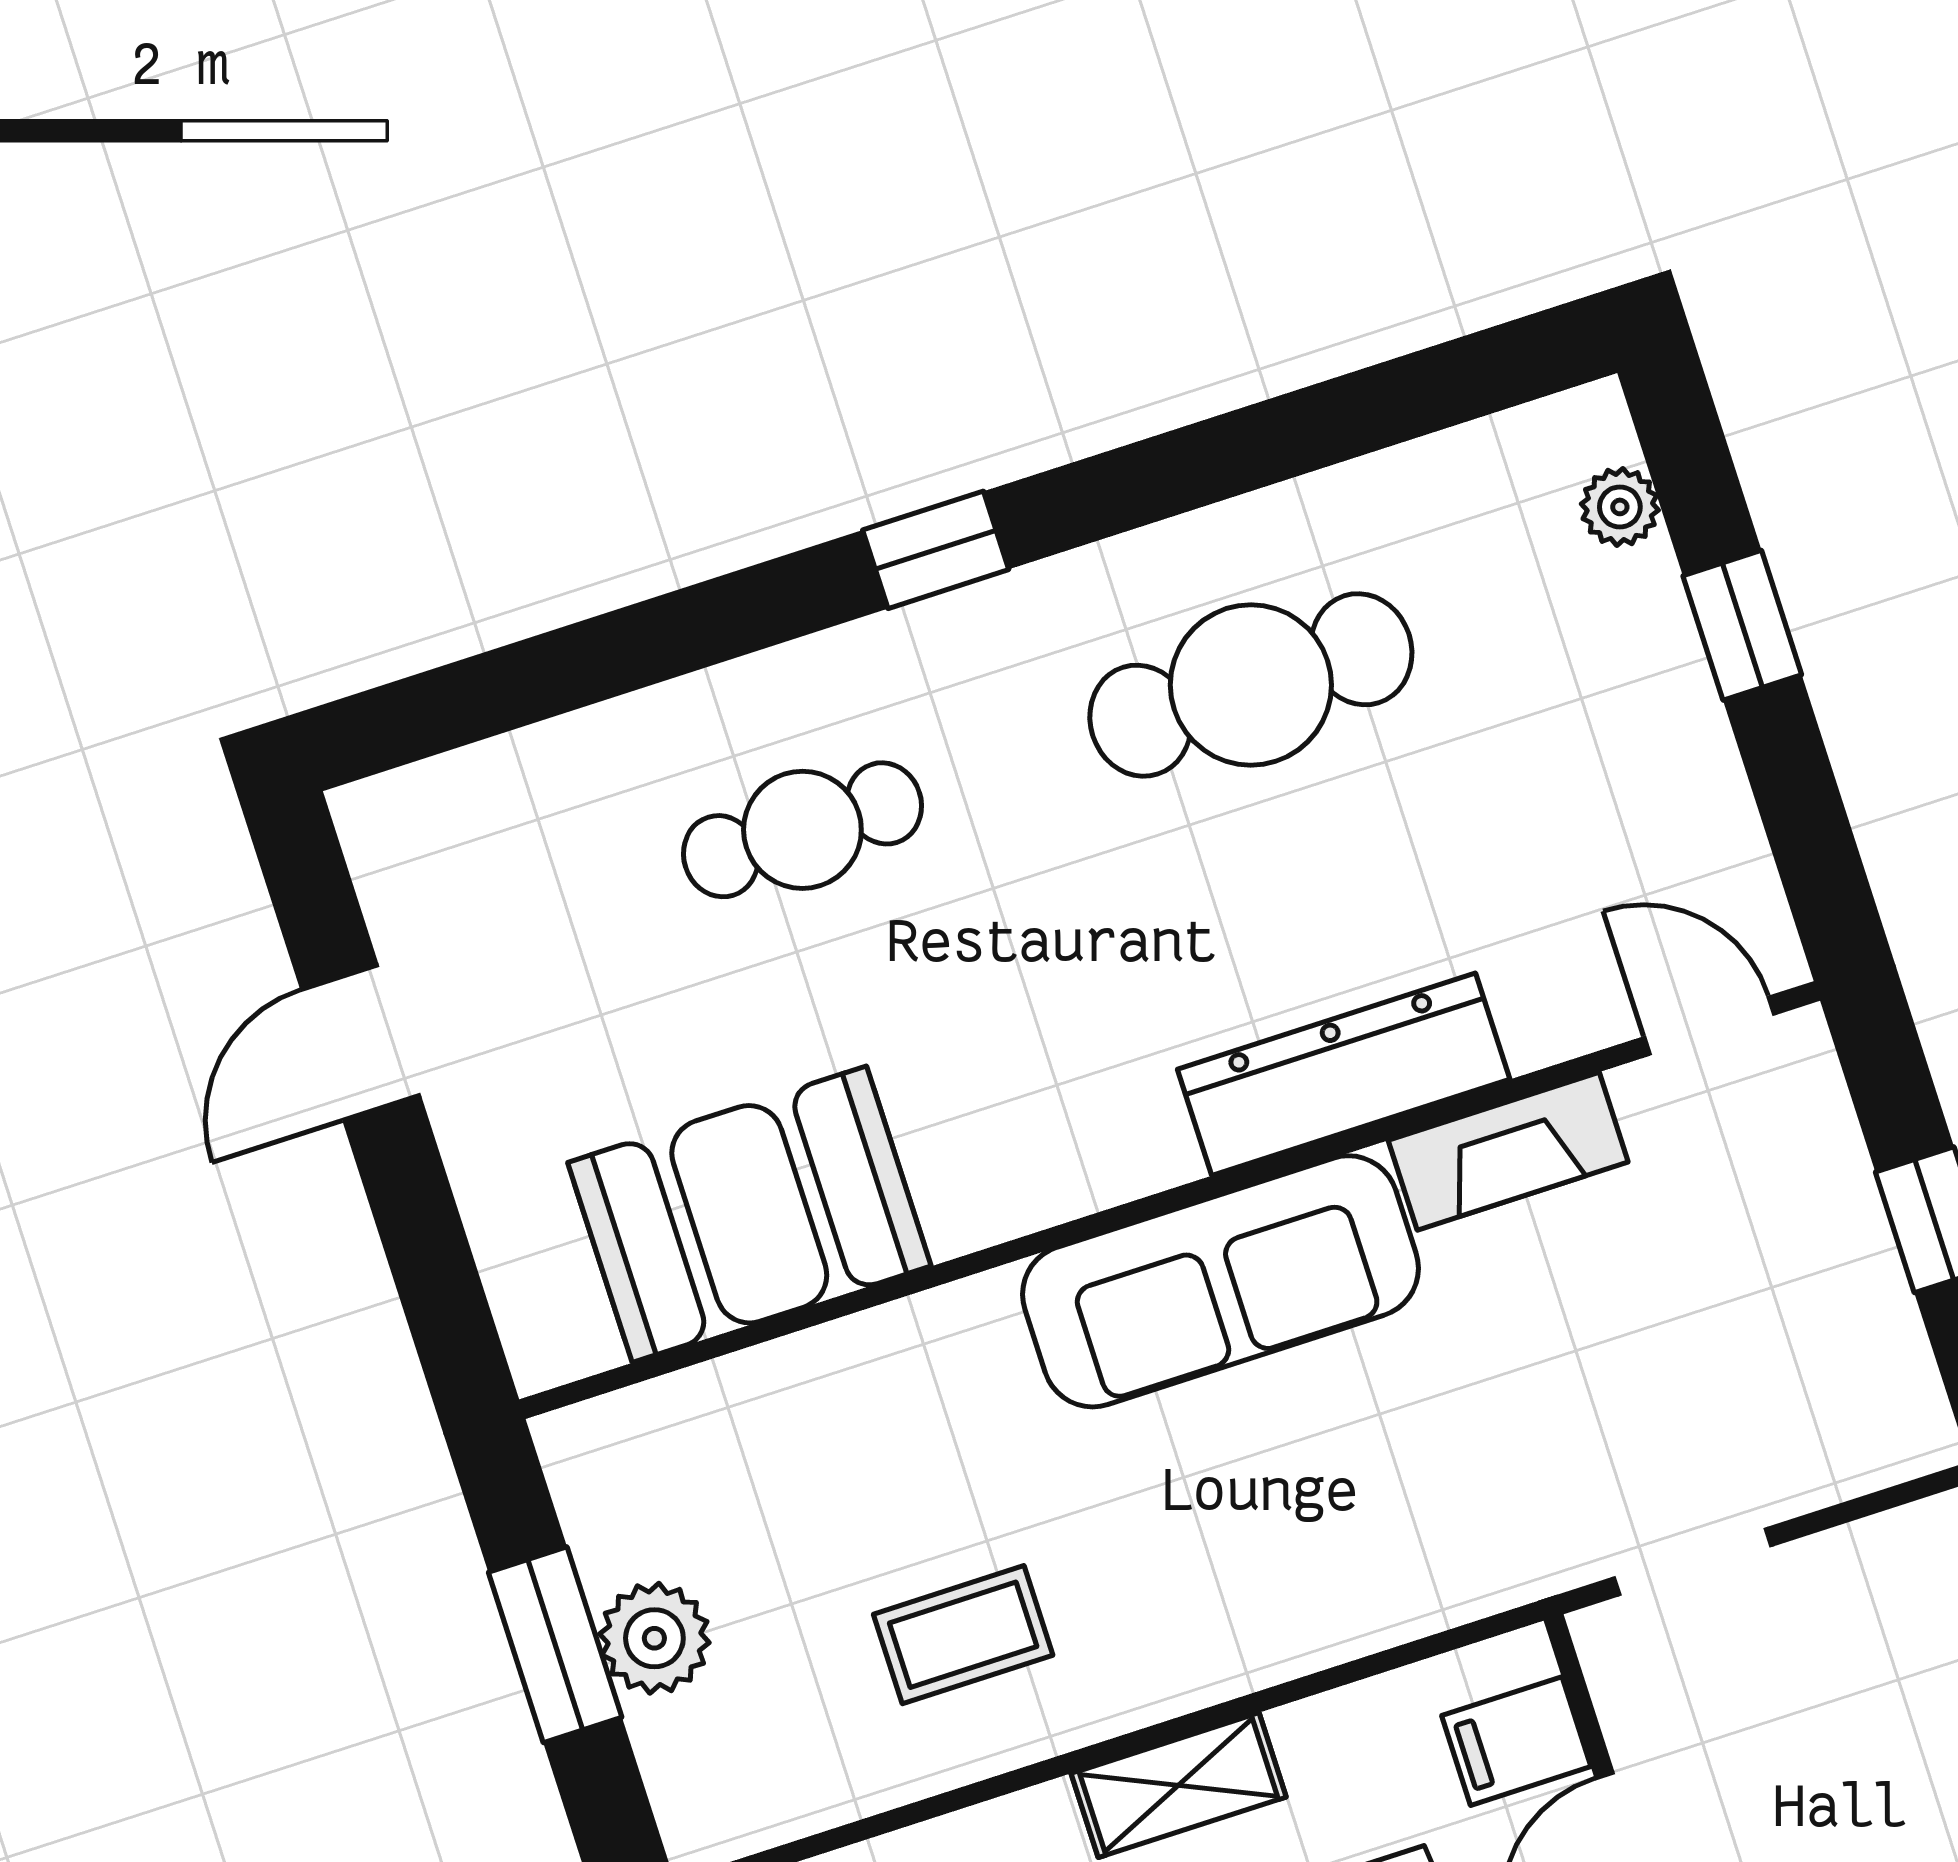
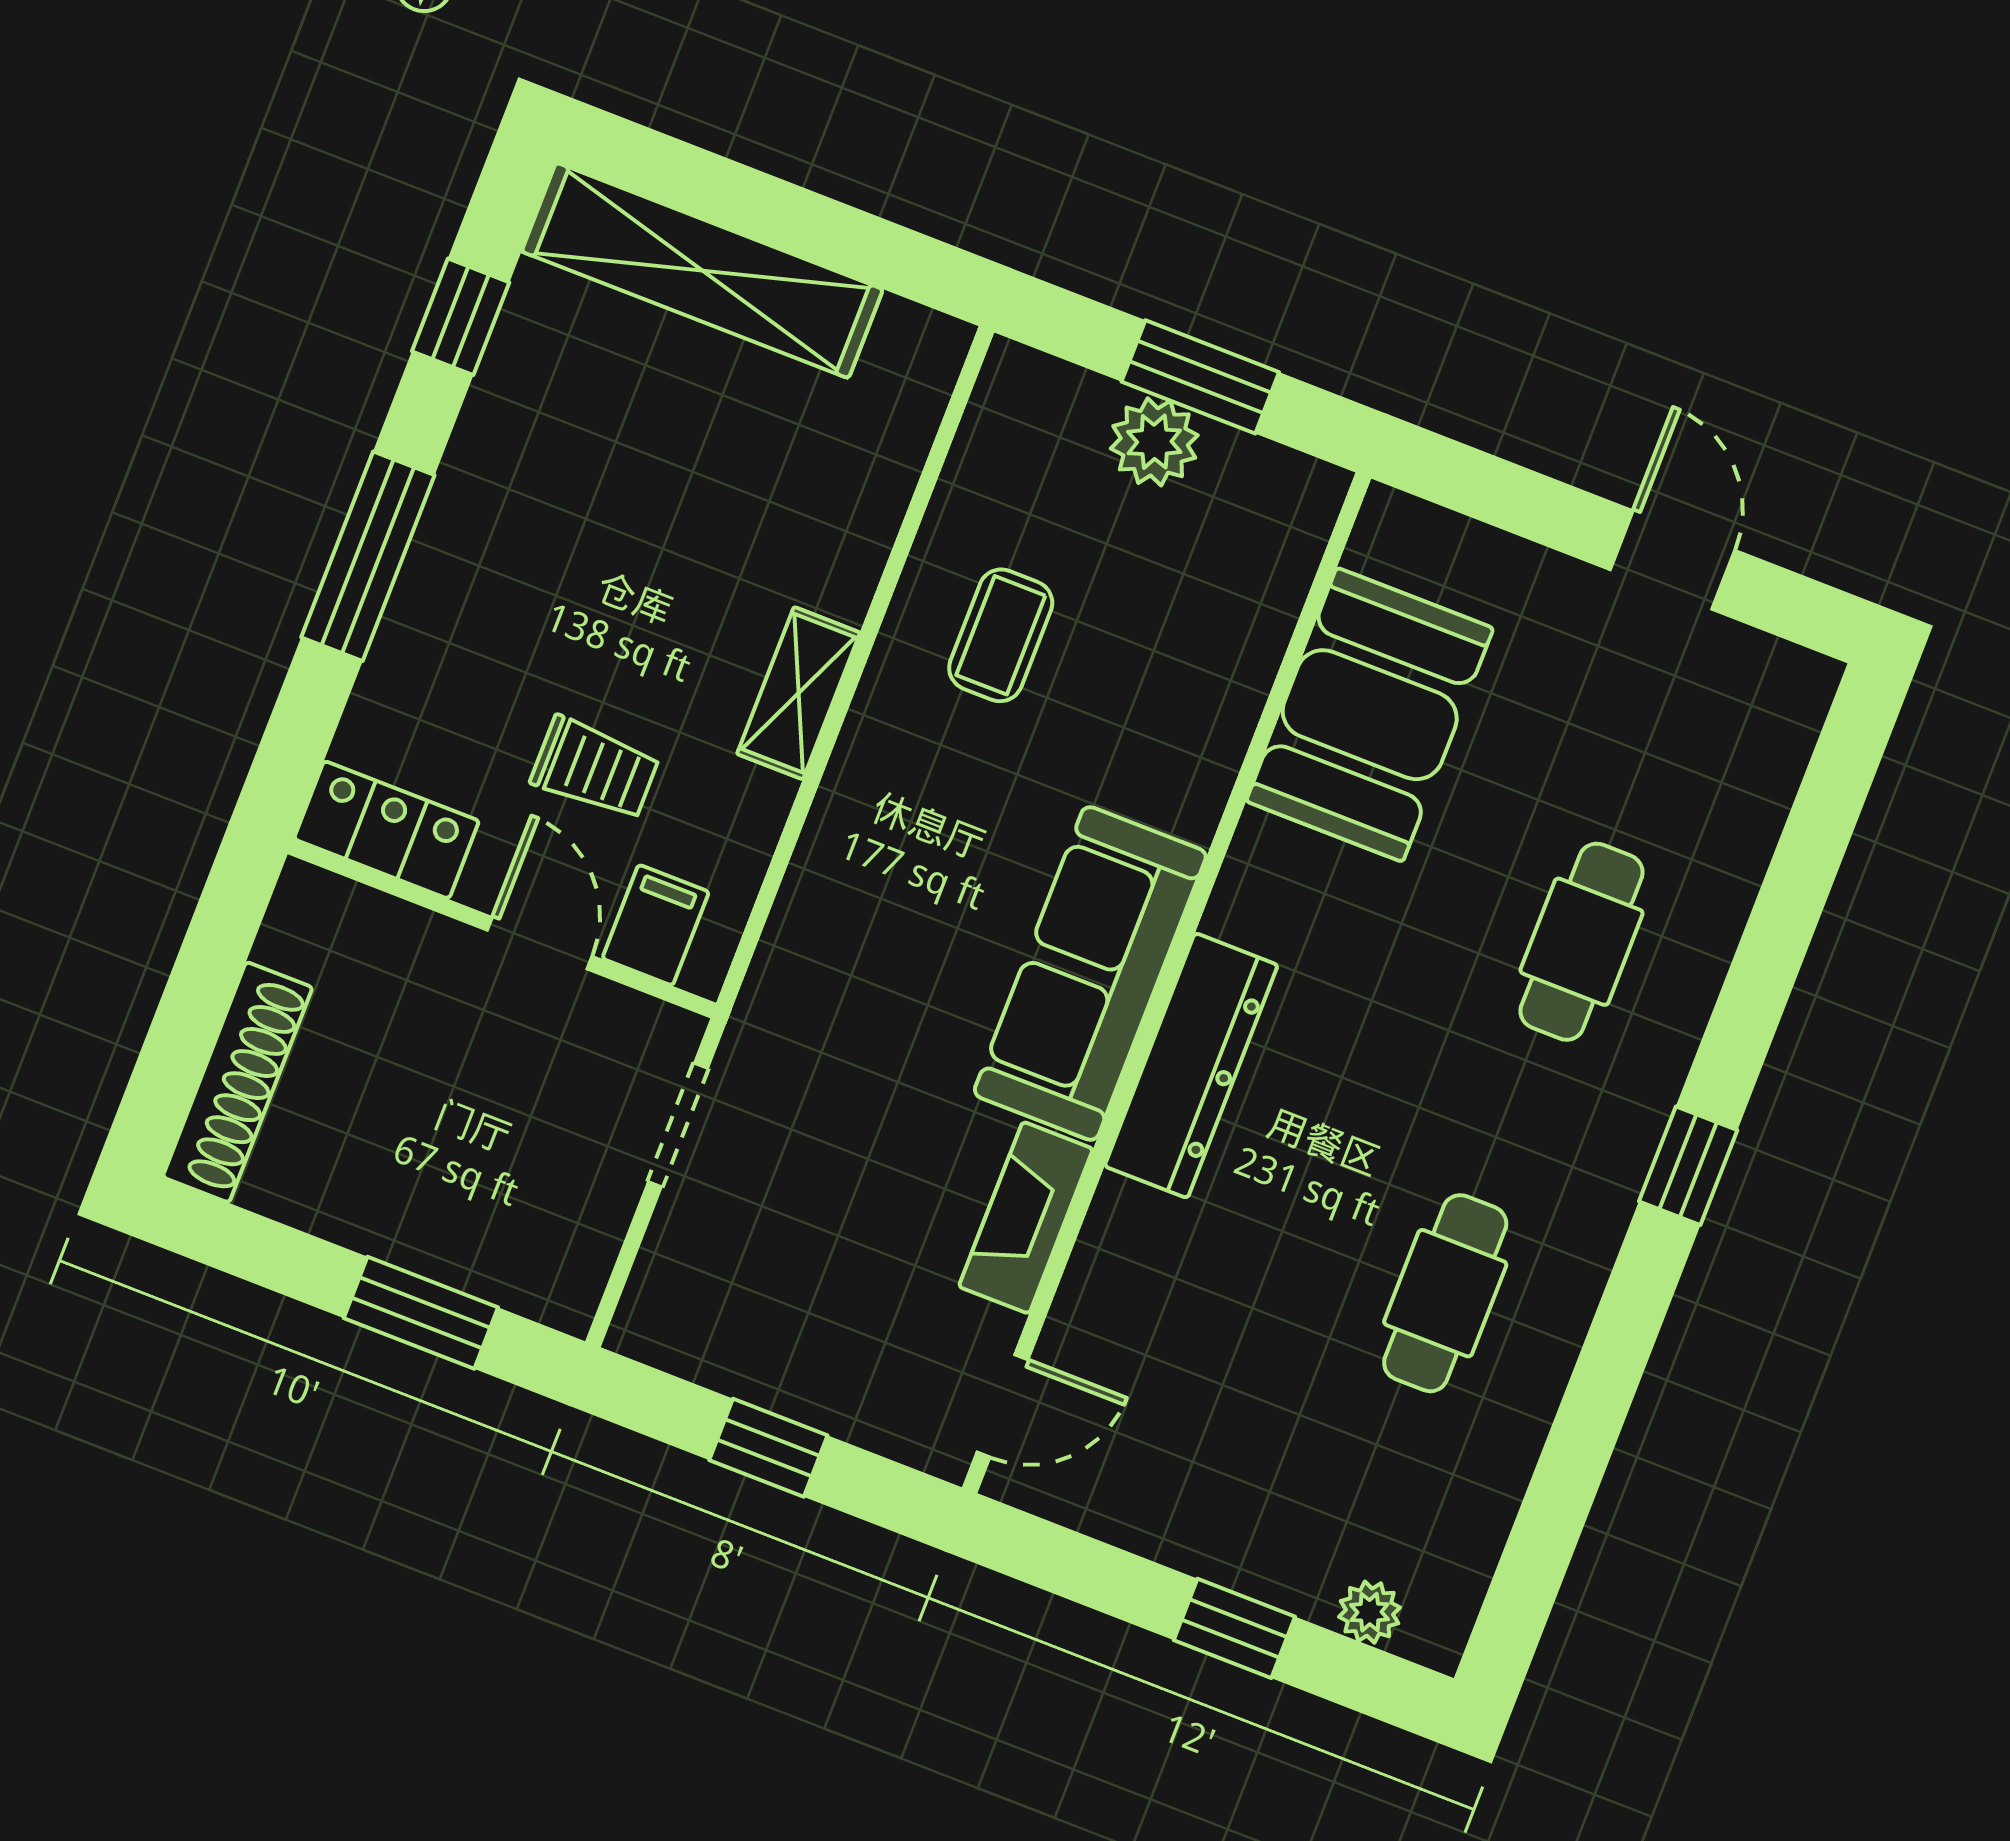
cafe table: (1251, 685) -> (1445, 1293), width x0.73, depth x0.74
dresser: (1344, 1074) -> (1191, 1066), moved

